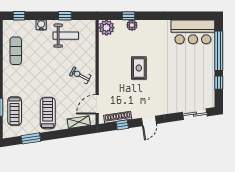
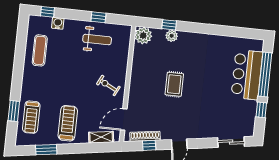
water cooler: (41, 25) -> (58, 23), moved
bar counter: (193, 32) -> (247, 75), moved, turned 90

